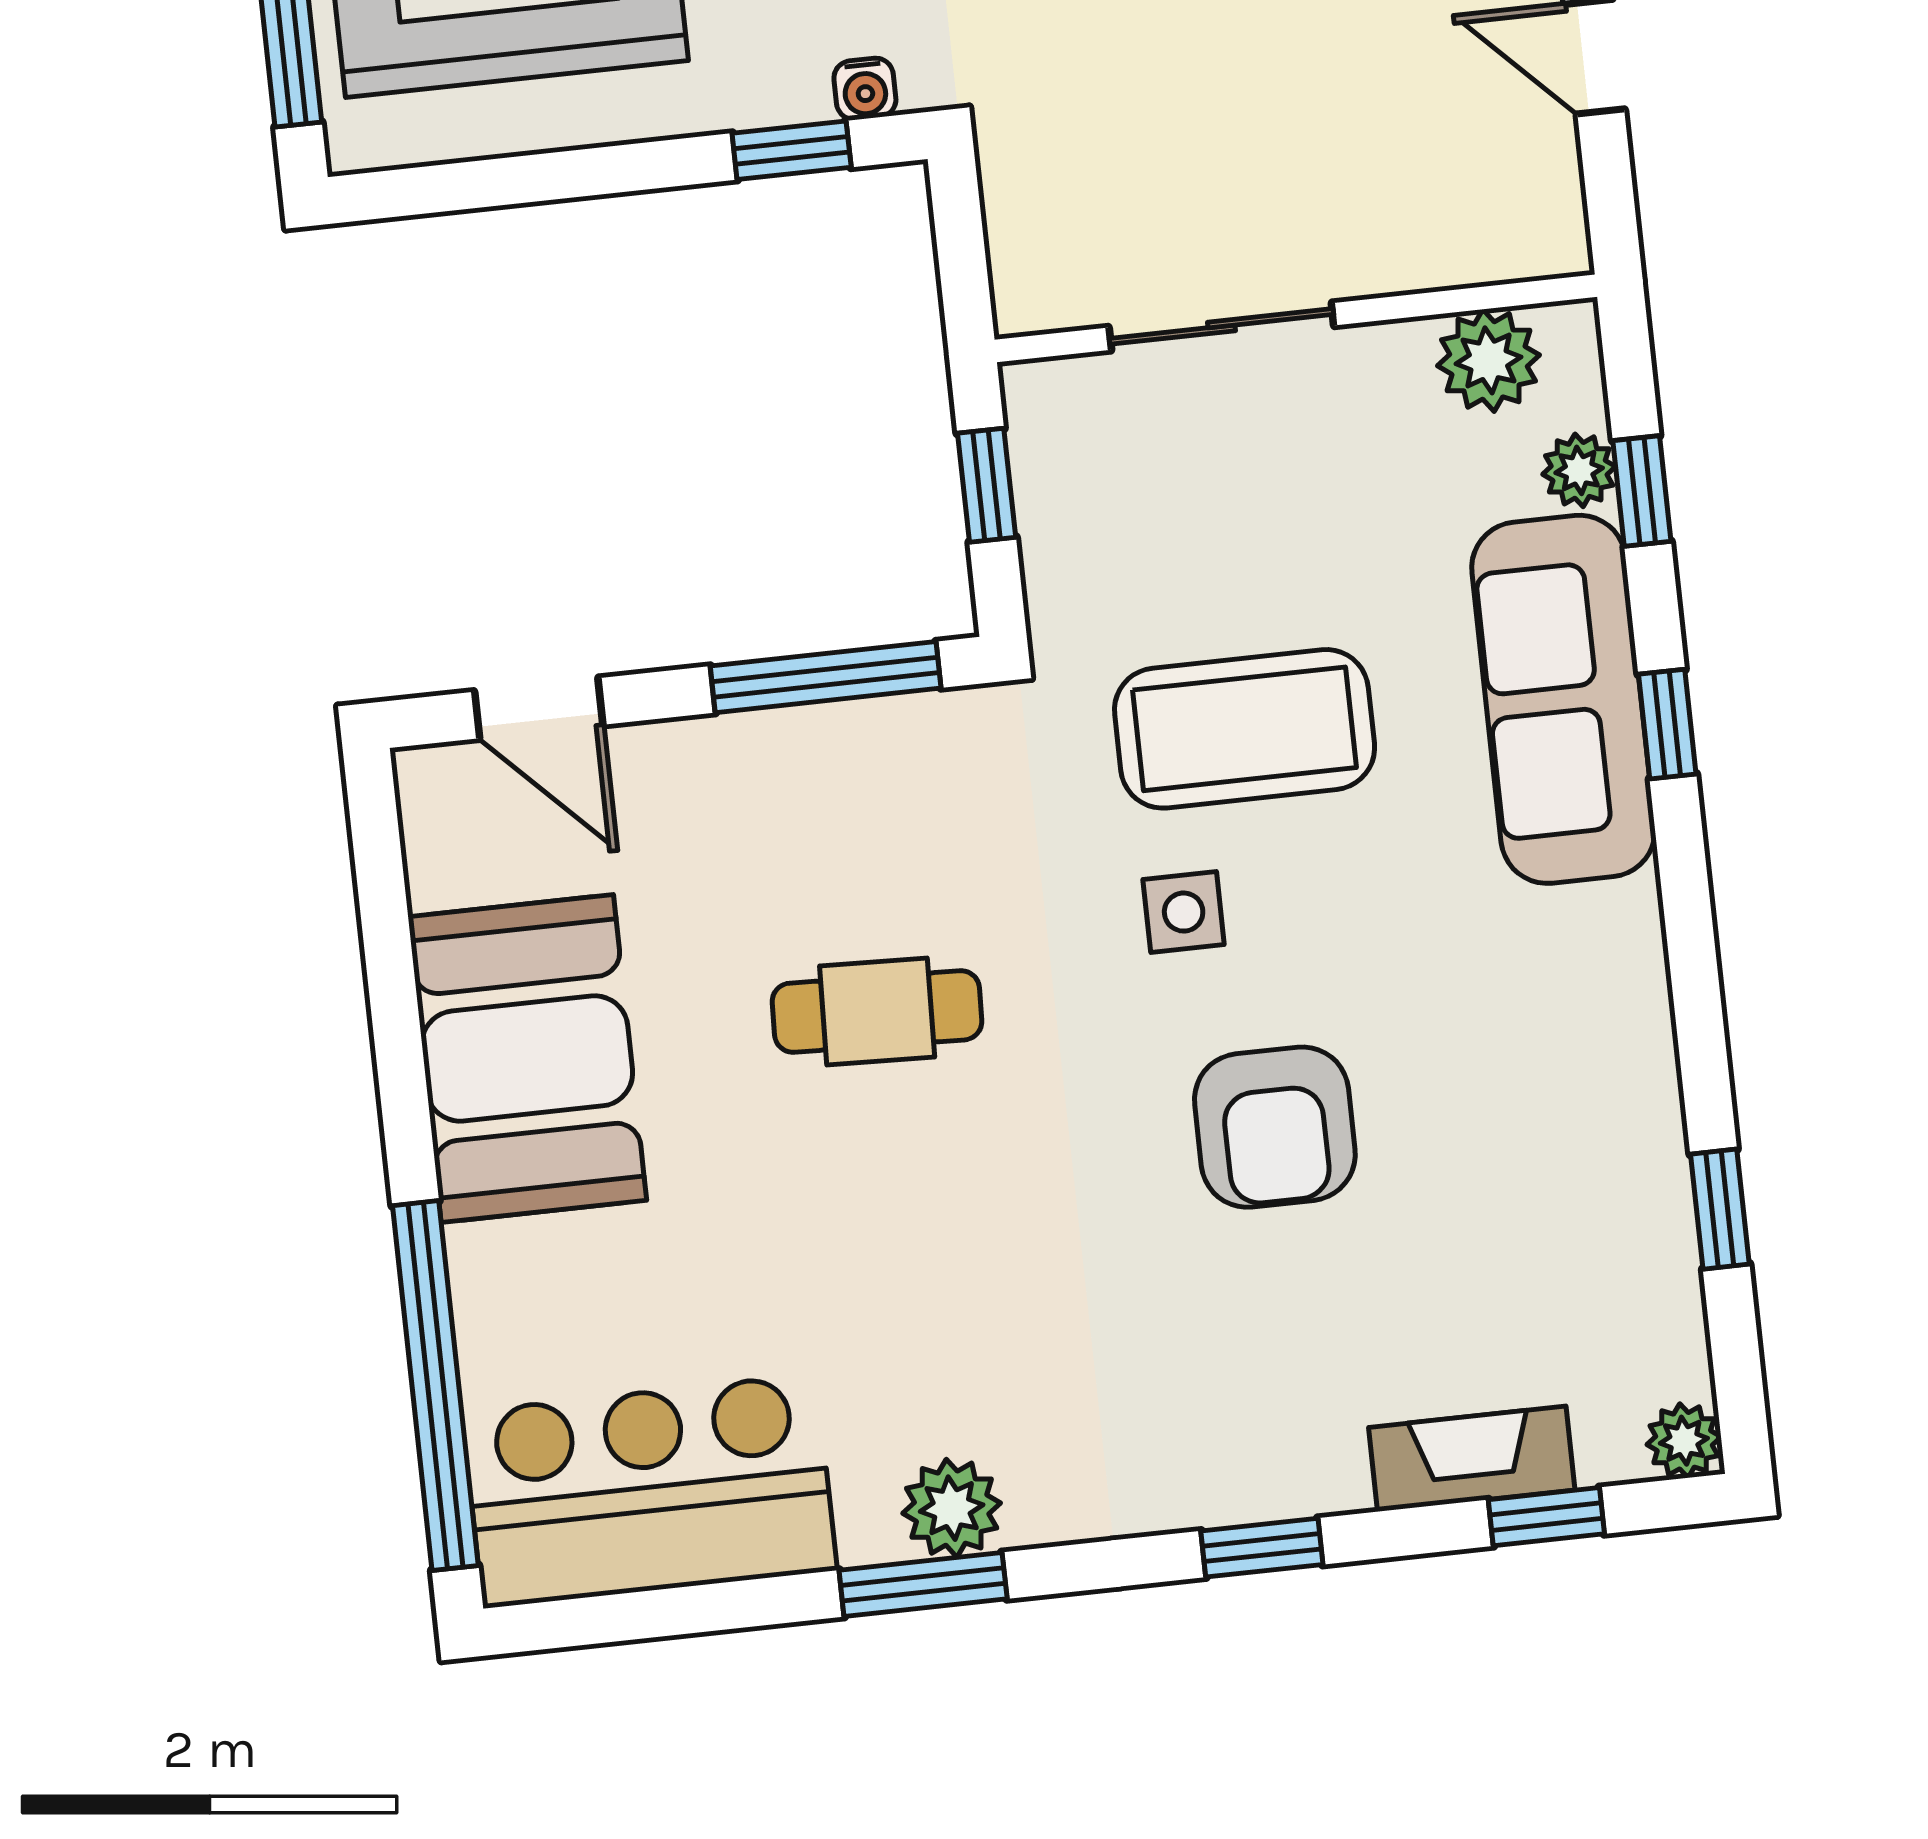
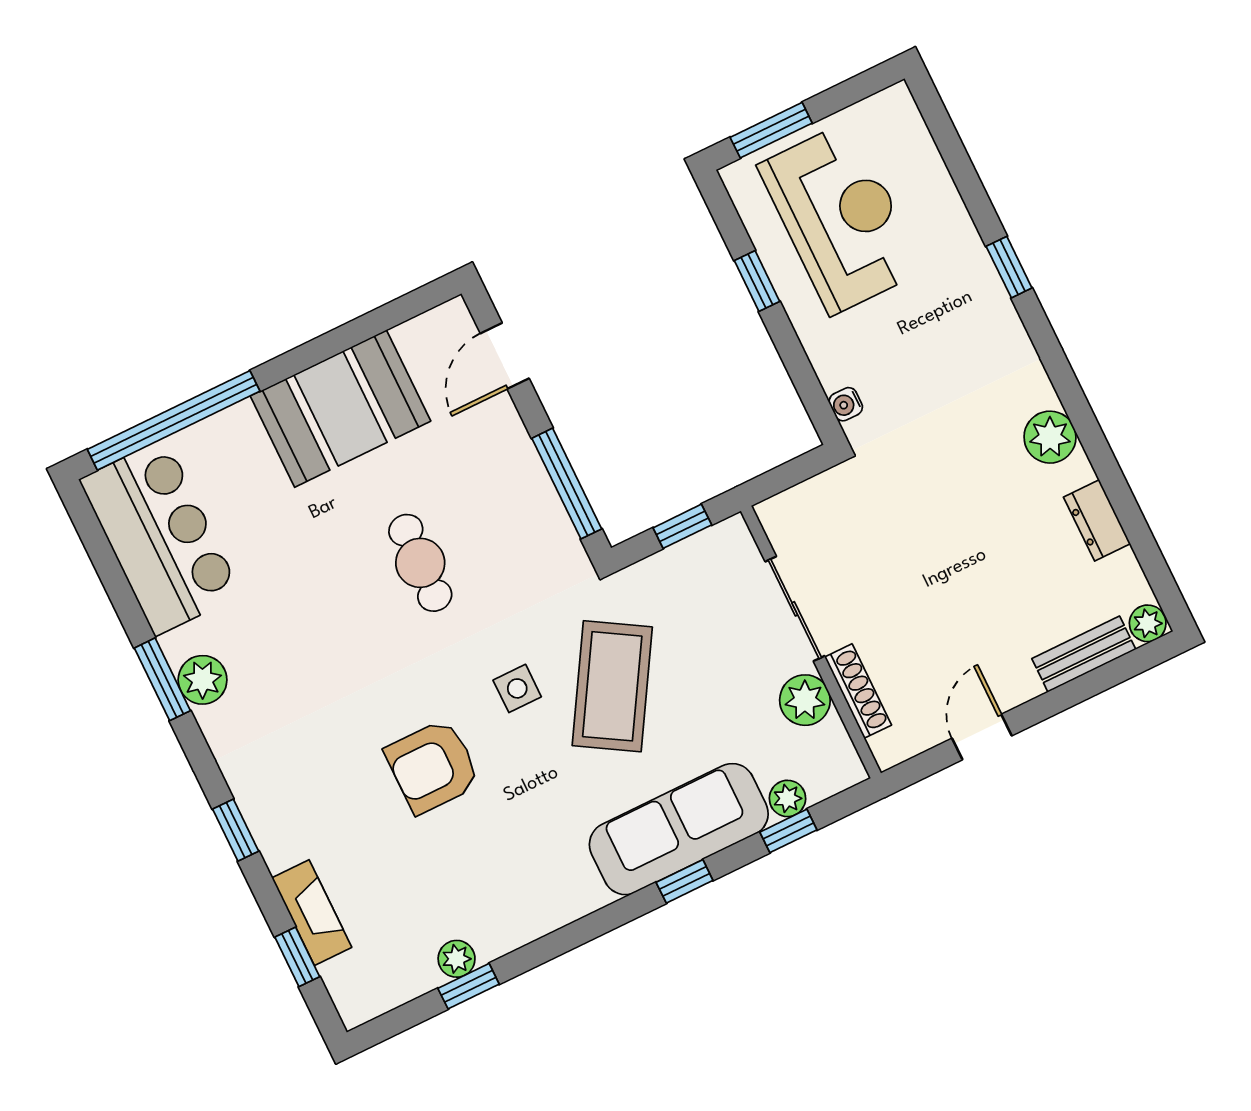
window: (792, 150) -> (757, 281), moved
shoe rack: (1422, 262) -> (858, 691), added
plant: (1489, 360) -> (805, 700), moved
coffee table: (1245, 729) -> (612, 686), turned 31
plant: (1684, 1441) -> (457, 959), moved

